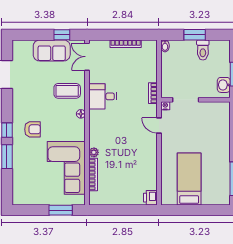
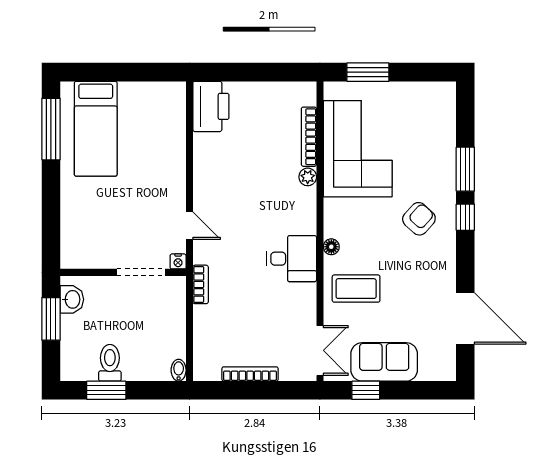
window: (195, 35) -> (106, 390), moved
desk: (103, 96) -> (292, 259), moved
armchair: (33, 129) -> (419, 219), turned 132
bed: (189, 179) -> (96, 129), moved
printer: (150, 198) -> (211, 106), width x1.87, depth x1.48

